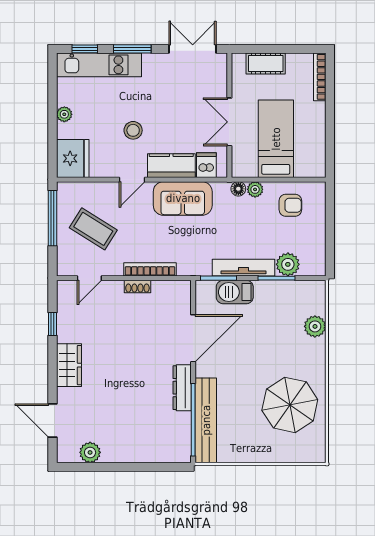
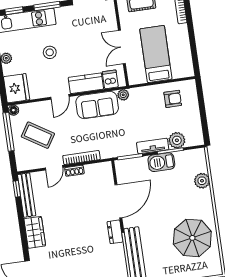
stool: (133, 130) -> (50, 52), moved
floor lamp: (238, 189) -> (13, 110), moved
plant: (255, 189) -> (123, 95), moved
tv unit: (244, 268) -> (153, 146), width x0.71
door: (89, 278) -> (54, 168), moved
barbecue: (235, 292) -> (161, 162), moved
bench: (65, 311) -> (27, 195), added
window: (53, 324) -> (17, 189), moved
dresser: (182, 388) -> (115, 232), width x0.70

